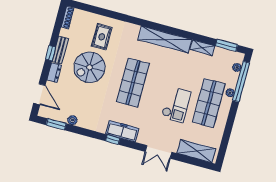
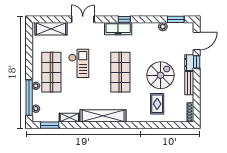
window: (50, 53) -> (197, 62), moved
door: (39, 94) -> (197, 41), swing flipped
checkout: (176, 105) -> (79, 63), turned 180

